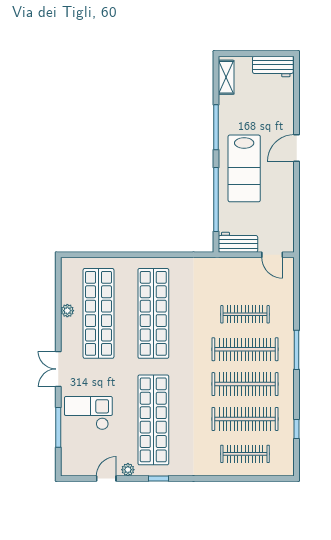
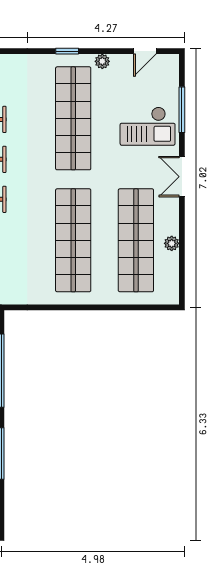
double door: (58, 369) -> (182, 177), swing flipped
door: (106, 478) -> (145, 51), moved

